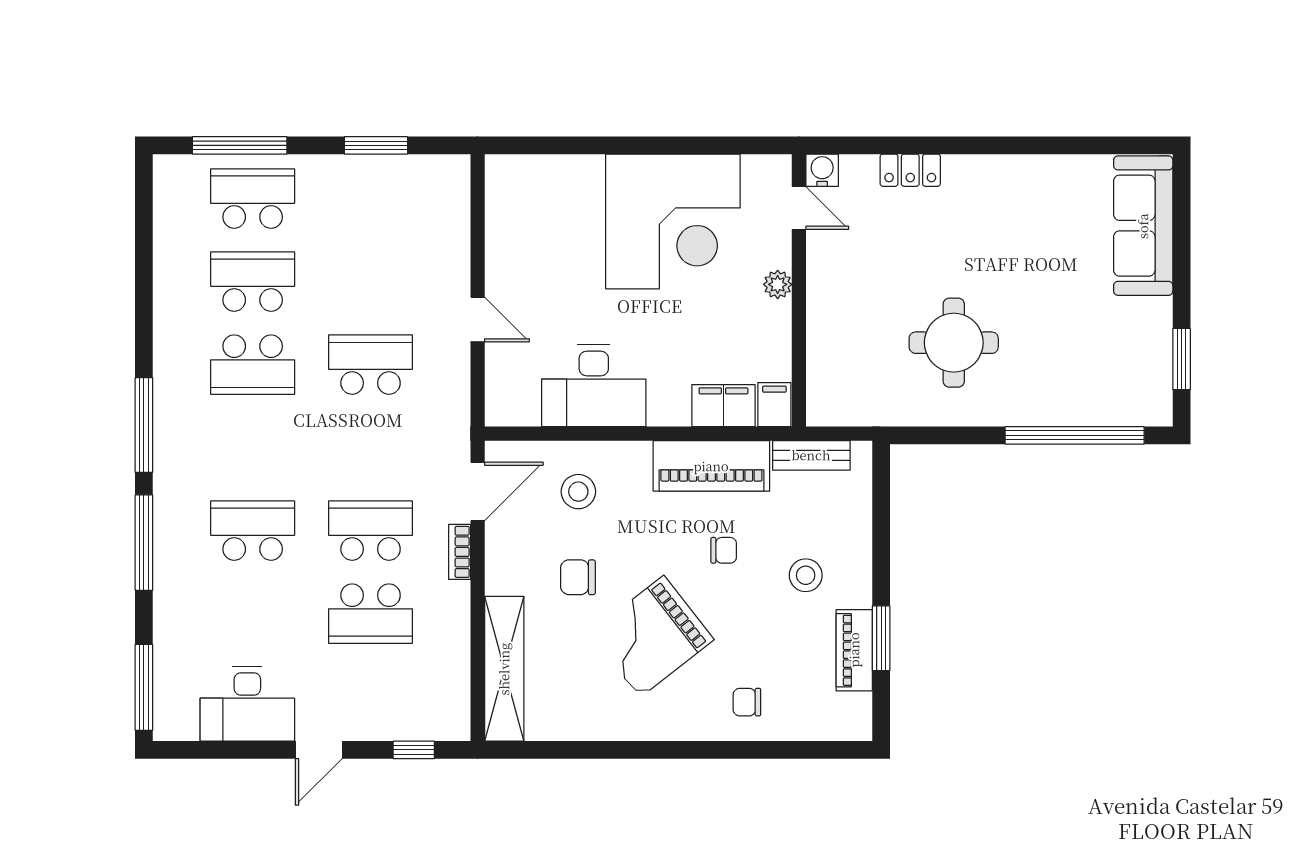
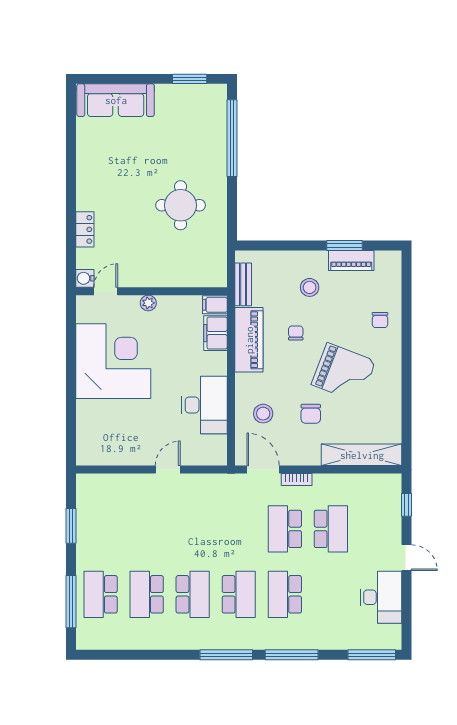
school desk: (371, 365) -> (239, 594), moved, turned 180
grand piano: (652, 637) -> (344, 373), turned -31

